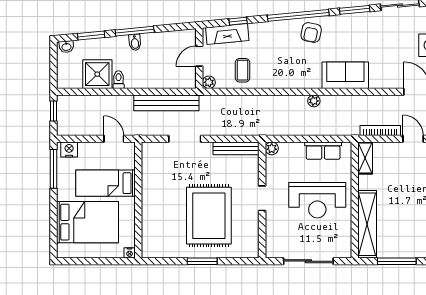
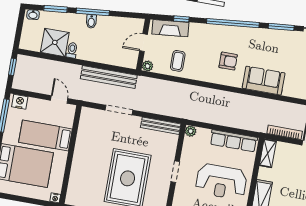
armchair: (311, 32) -> (228, 61), moved, turned -101
plant: (314, 101) -> (233, 97), removed
row of seats: (323, 151) -> (234, 141), width x1.48

